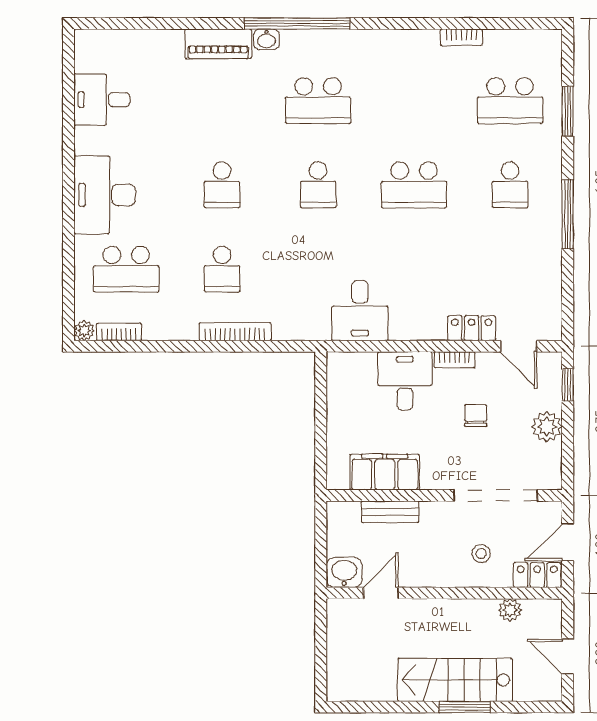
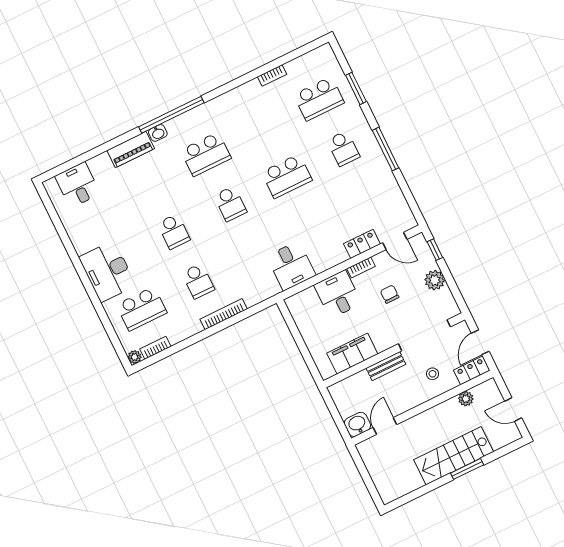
desk: (102, 100) -> (78, 185), moved, turned 90
bench: (390, 512) -> (386, 366), moved

